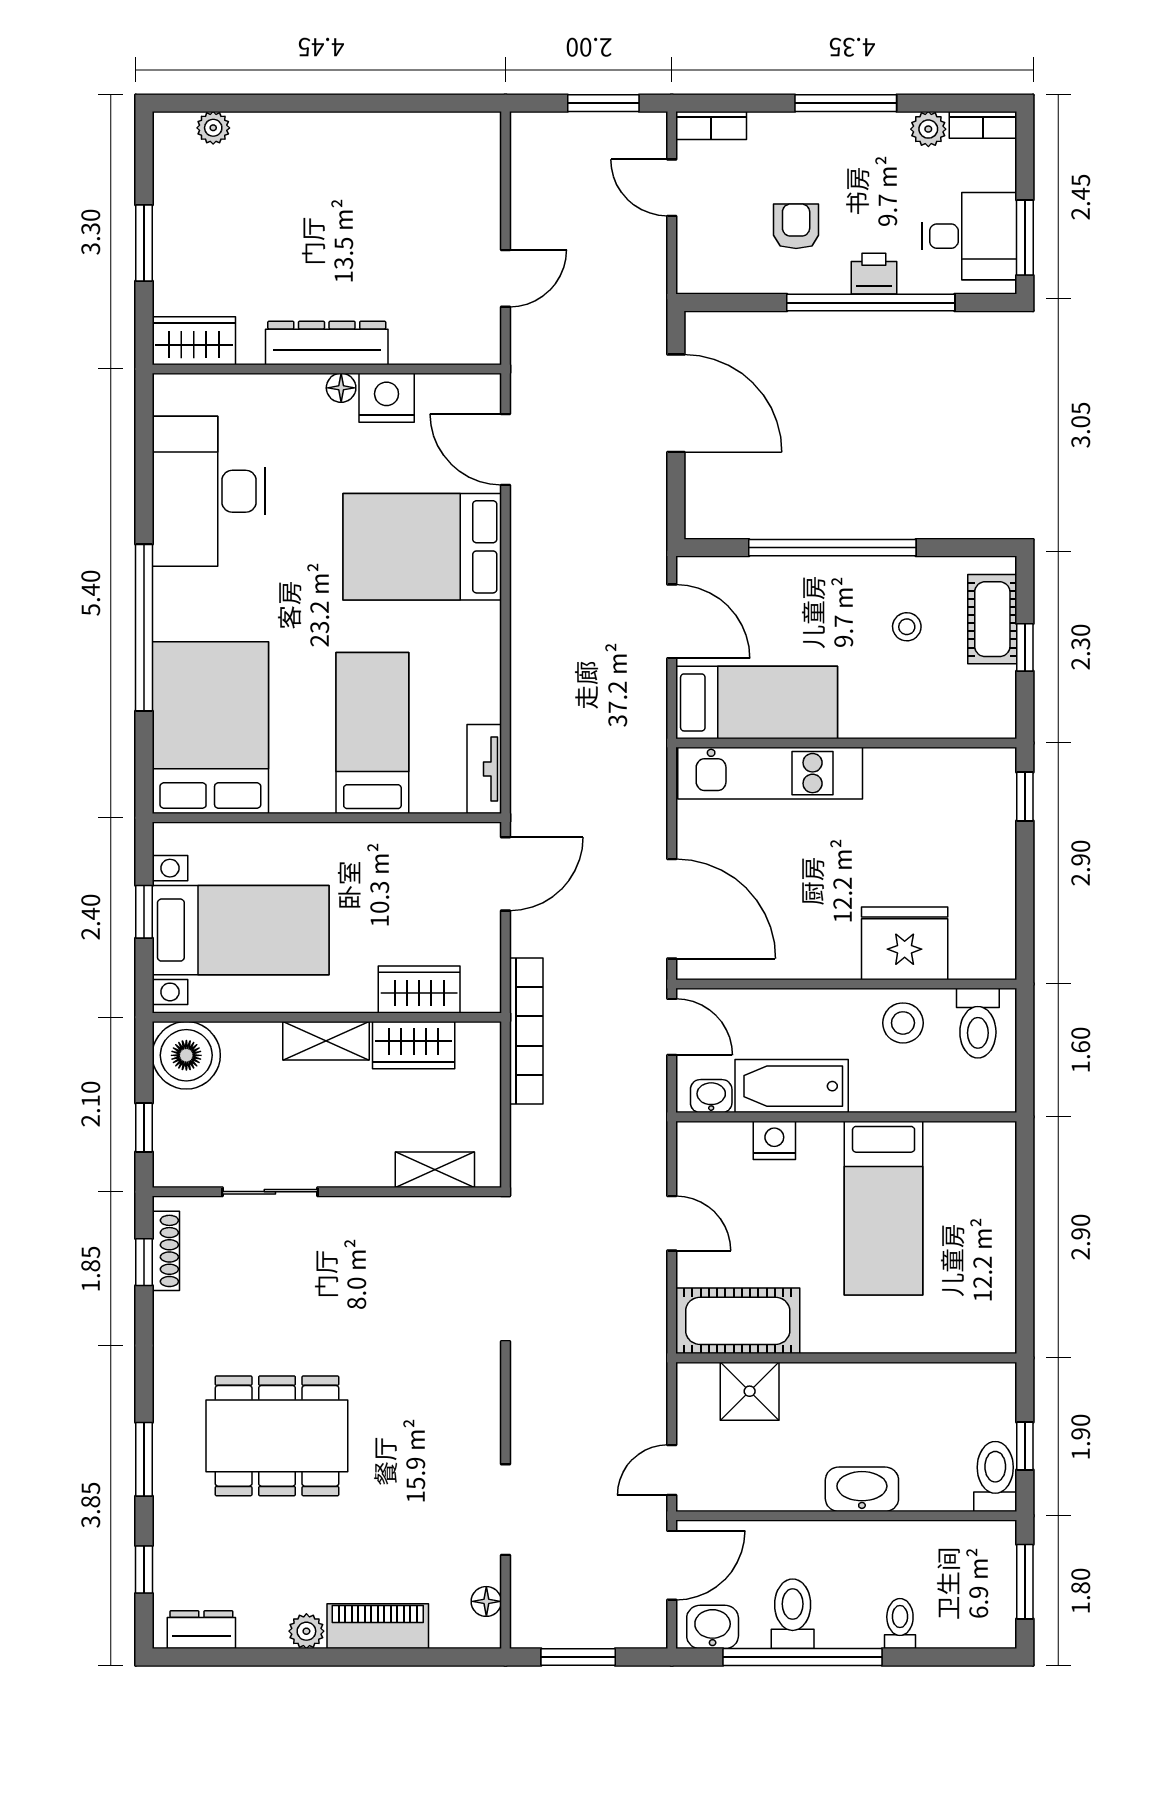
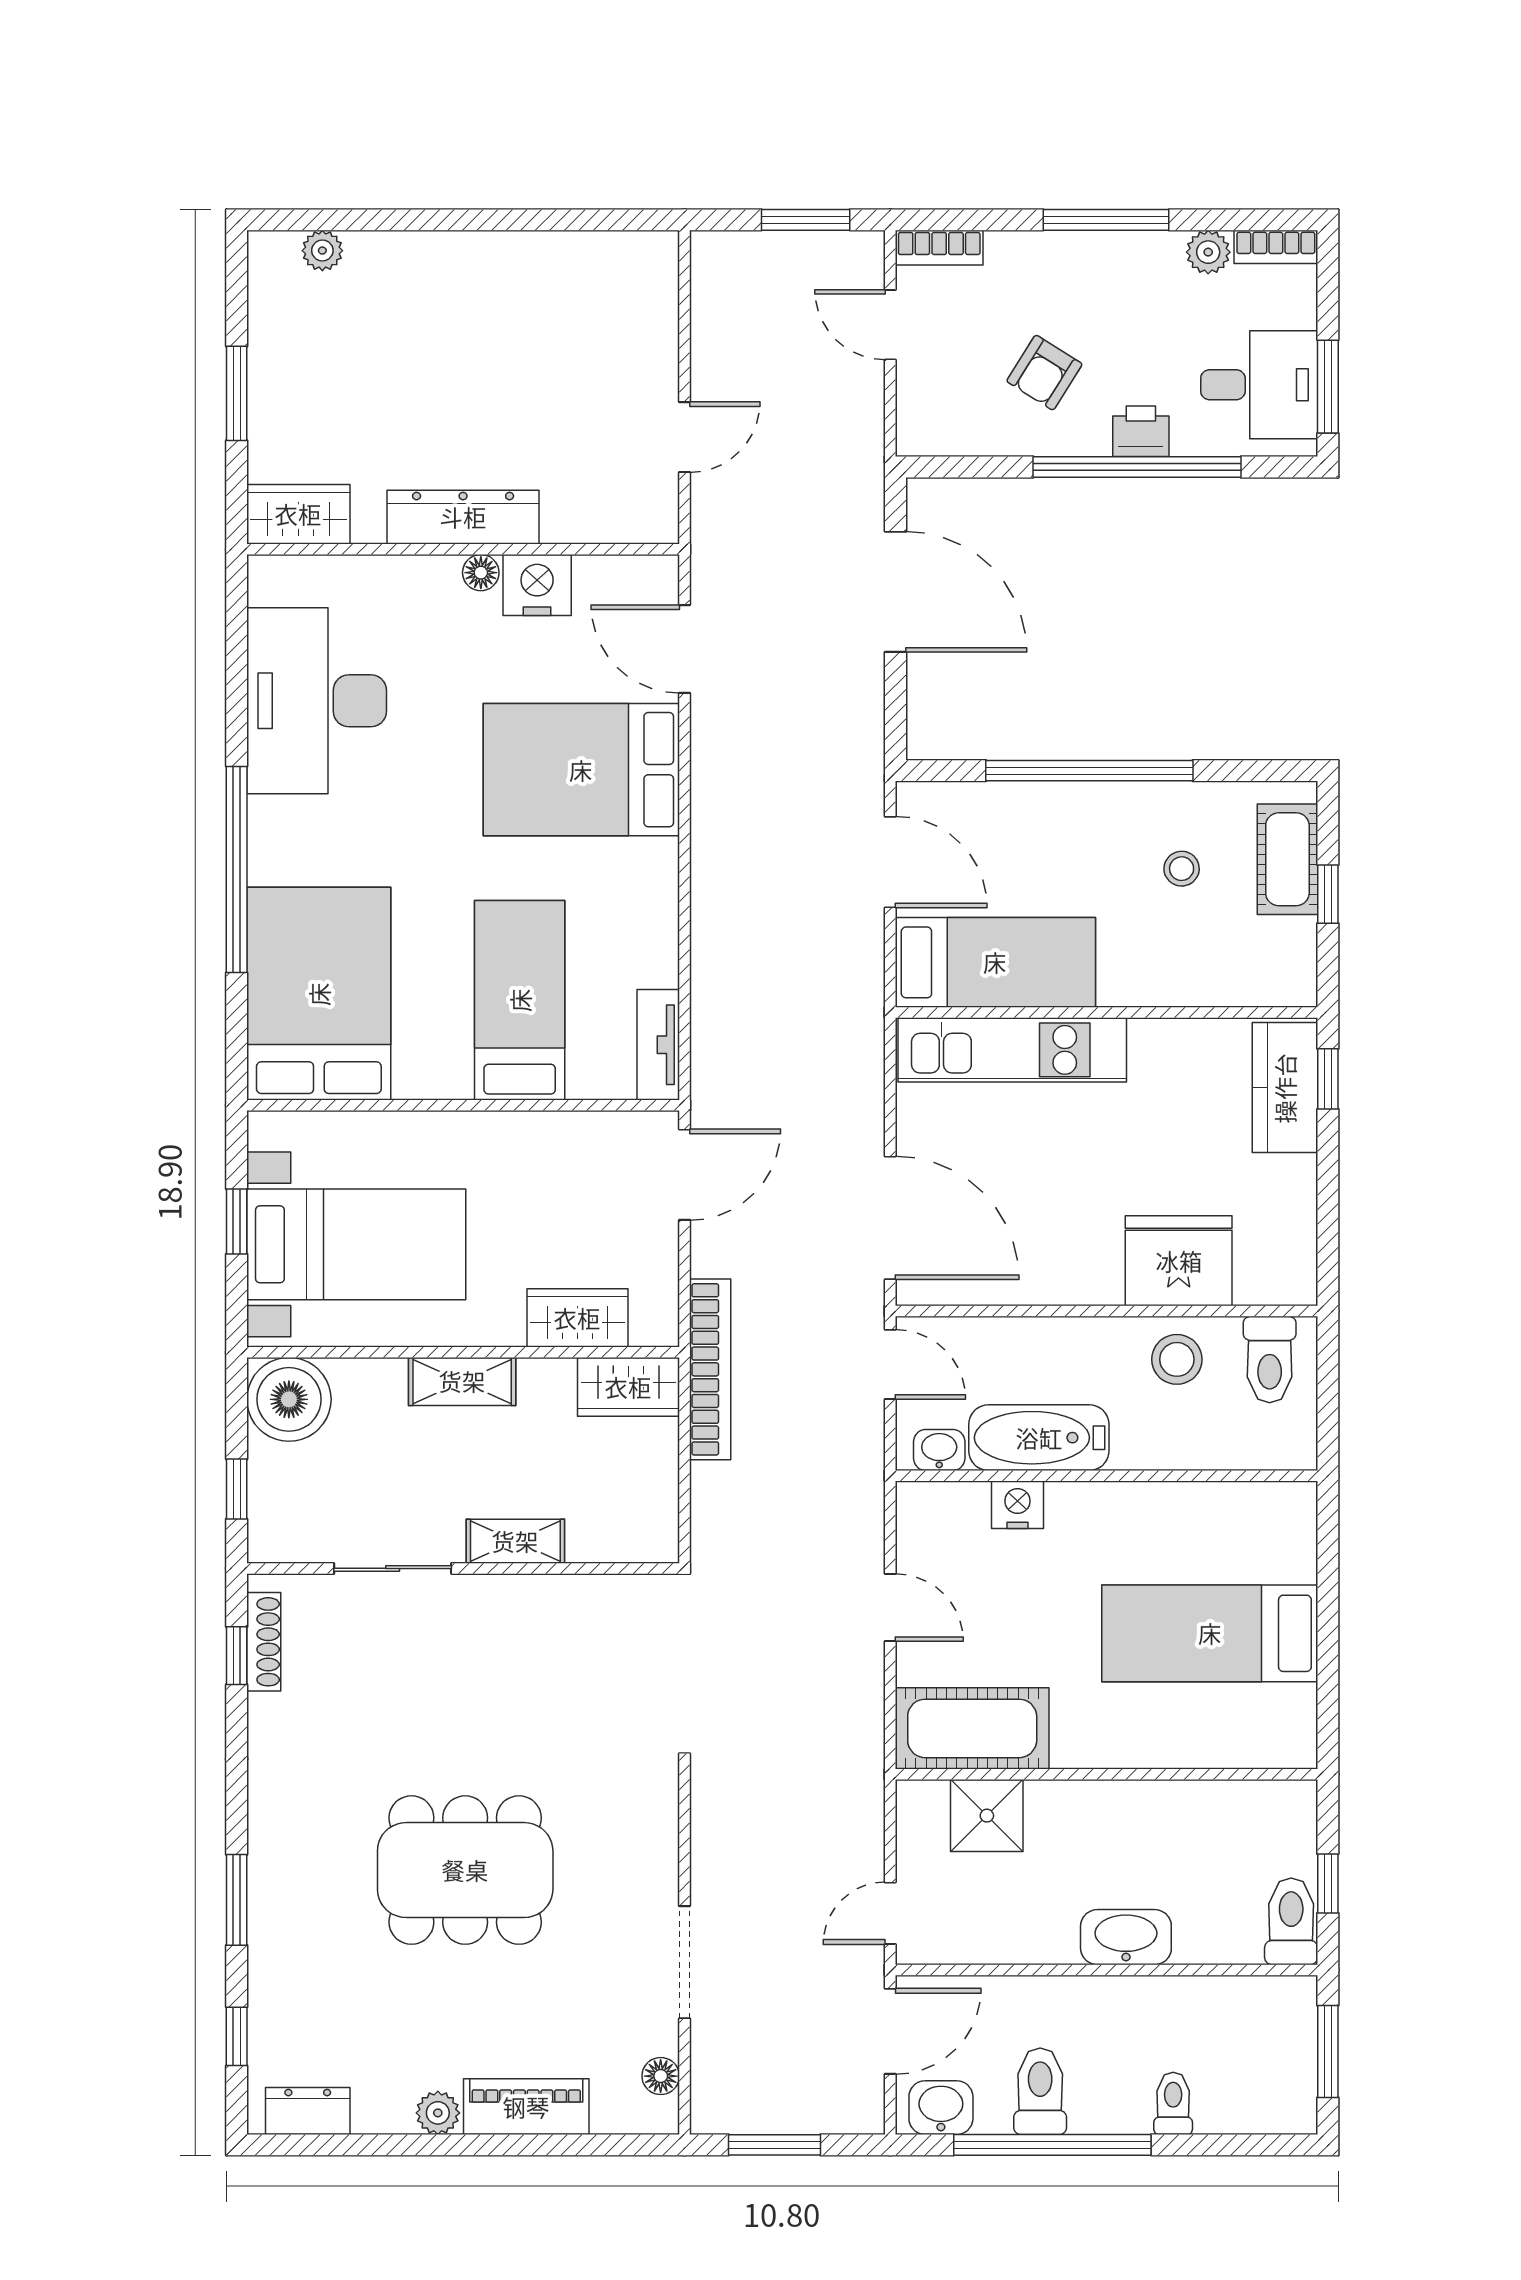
armchair: (796, 226) -> (1044, 373), turned -148
kitchen counter: (990, 803) -> (1285, 1088), added
wardrobe: (414, 1045) -> (628, 1387), moved
shelving: (435, 1170) -> (515, 1541), moved
bed: (884, 1208) -> (1210, 1633), moved, turned 90
dining table: (277, 1436) -> (465, 1870), moved

